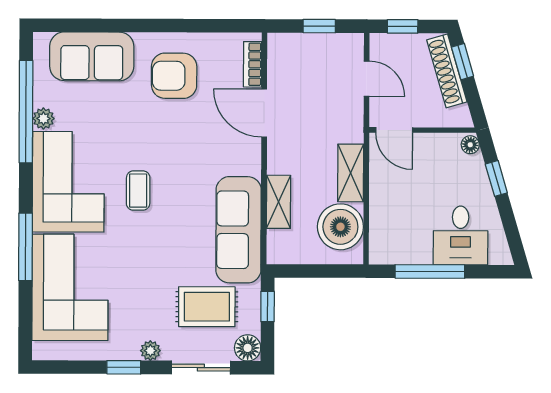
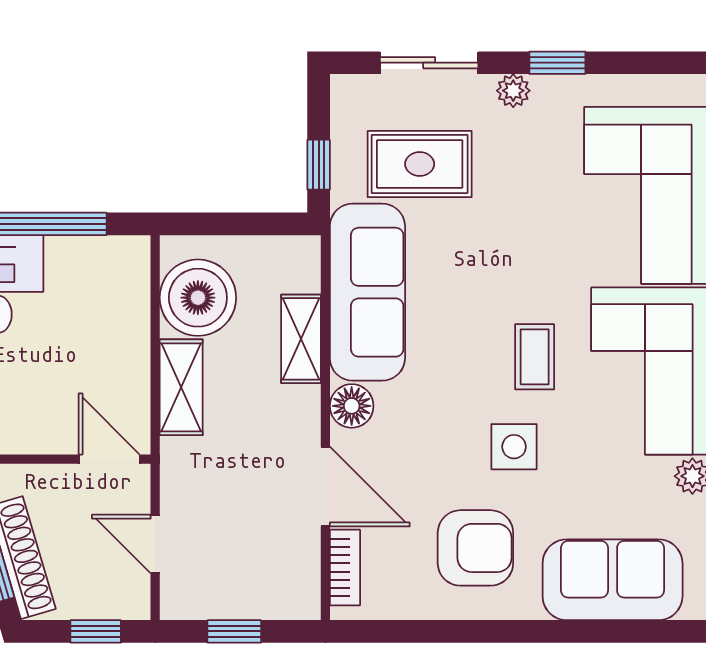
side table: (151, 137) -> (514, 447), added
floor lamp: (248, 348) -> (352, 406), moved

